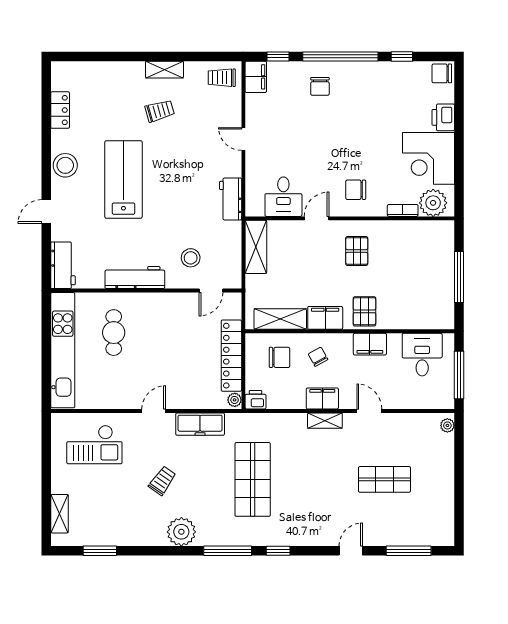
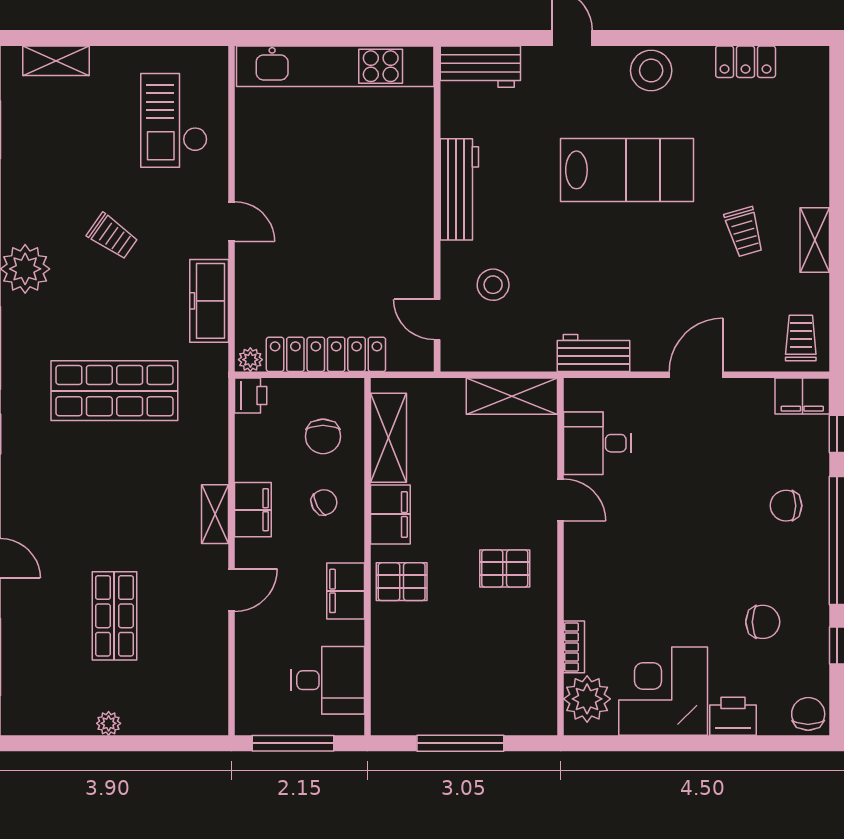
door: (243, 139) -> (696, 375), width x1.38
chair: (356, 190) -> (763, 622), moved, turned 90
cafe table: (114, 333) -> (365, 153), removed
plant: (447, 425) -> (109, 723), moved

